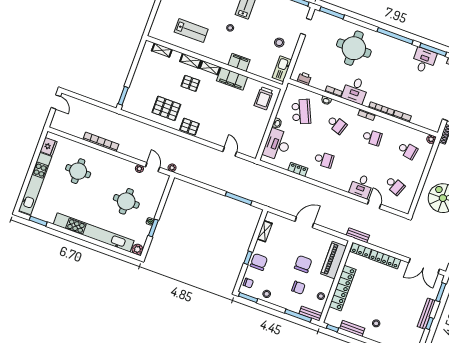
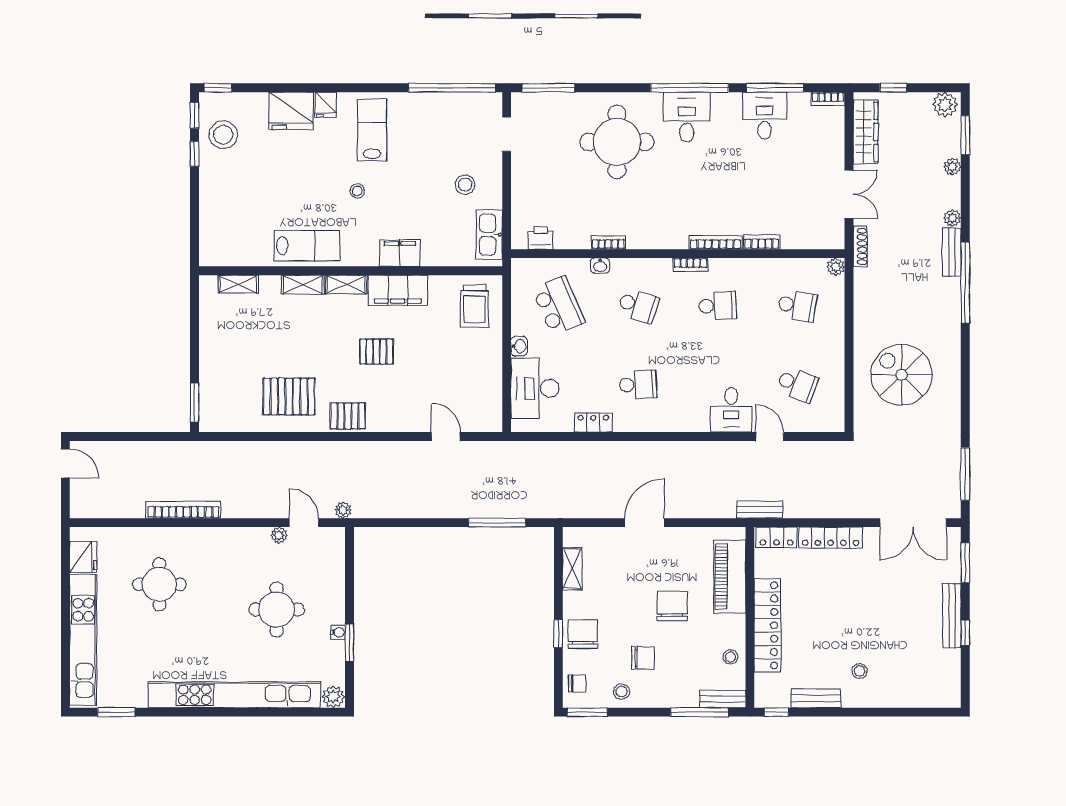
lab bench: (191, 31) -> (307, 246), moved
pallet: (190, 83) -> (376, 351), moved
desk: (355, 90) -> (687, 117), moved, turned 180
chair: (298, 288) -> (643, 658), moved

